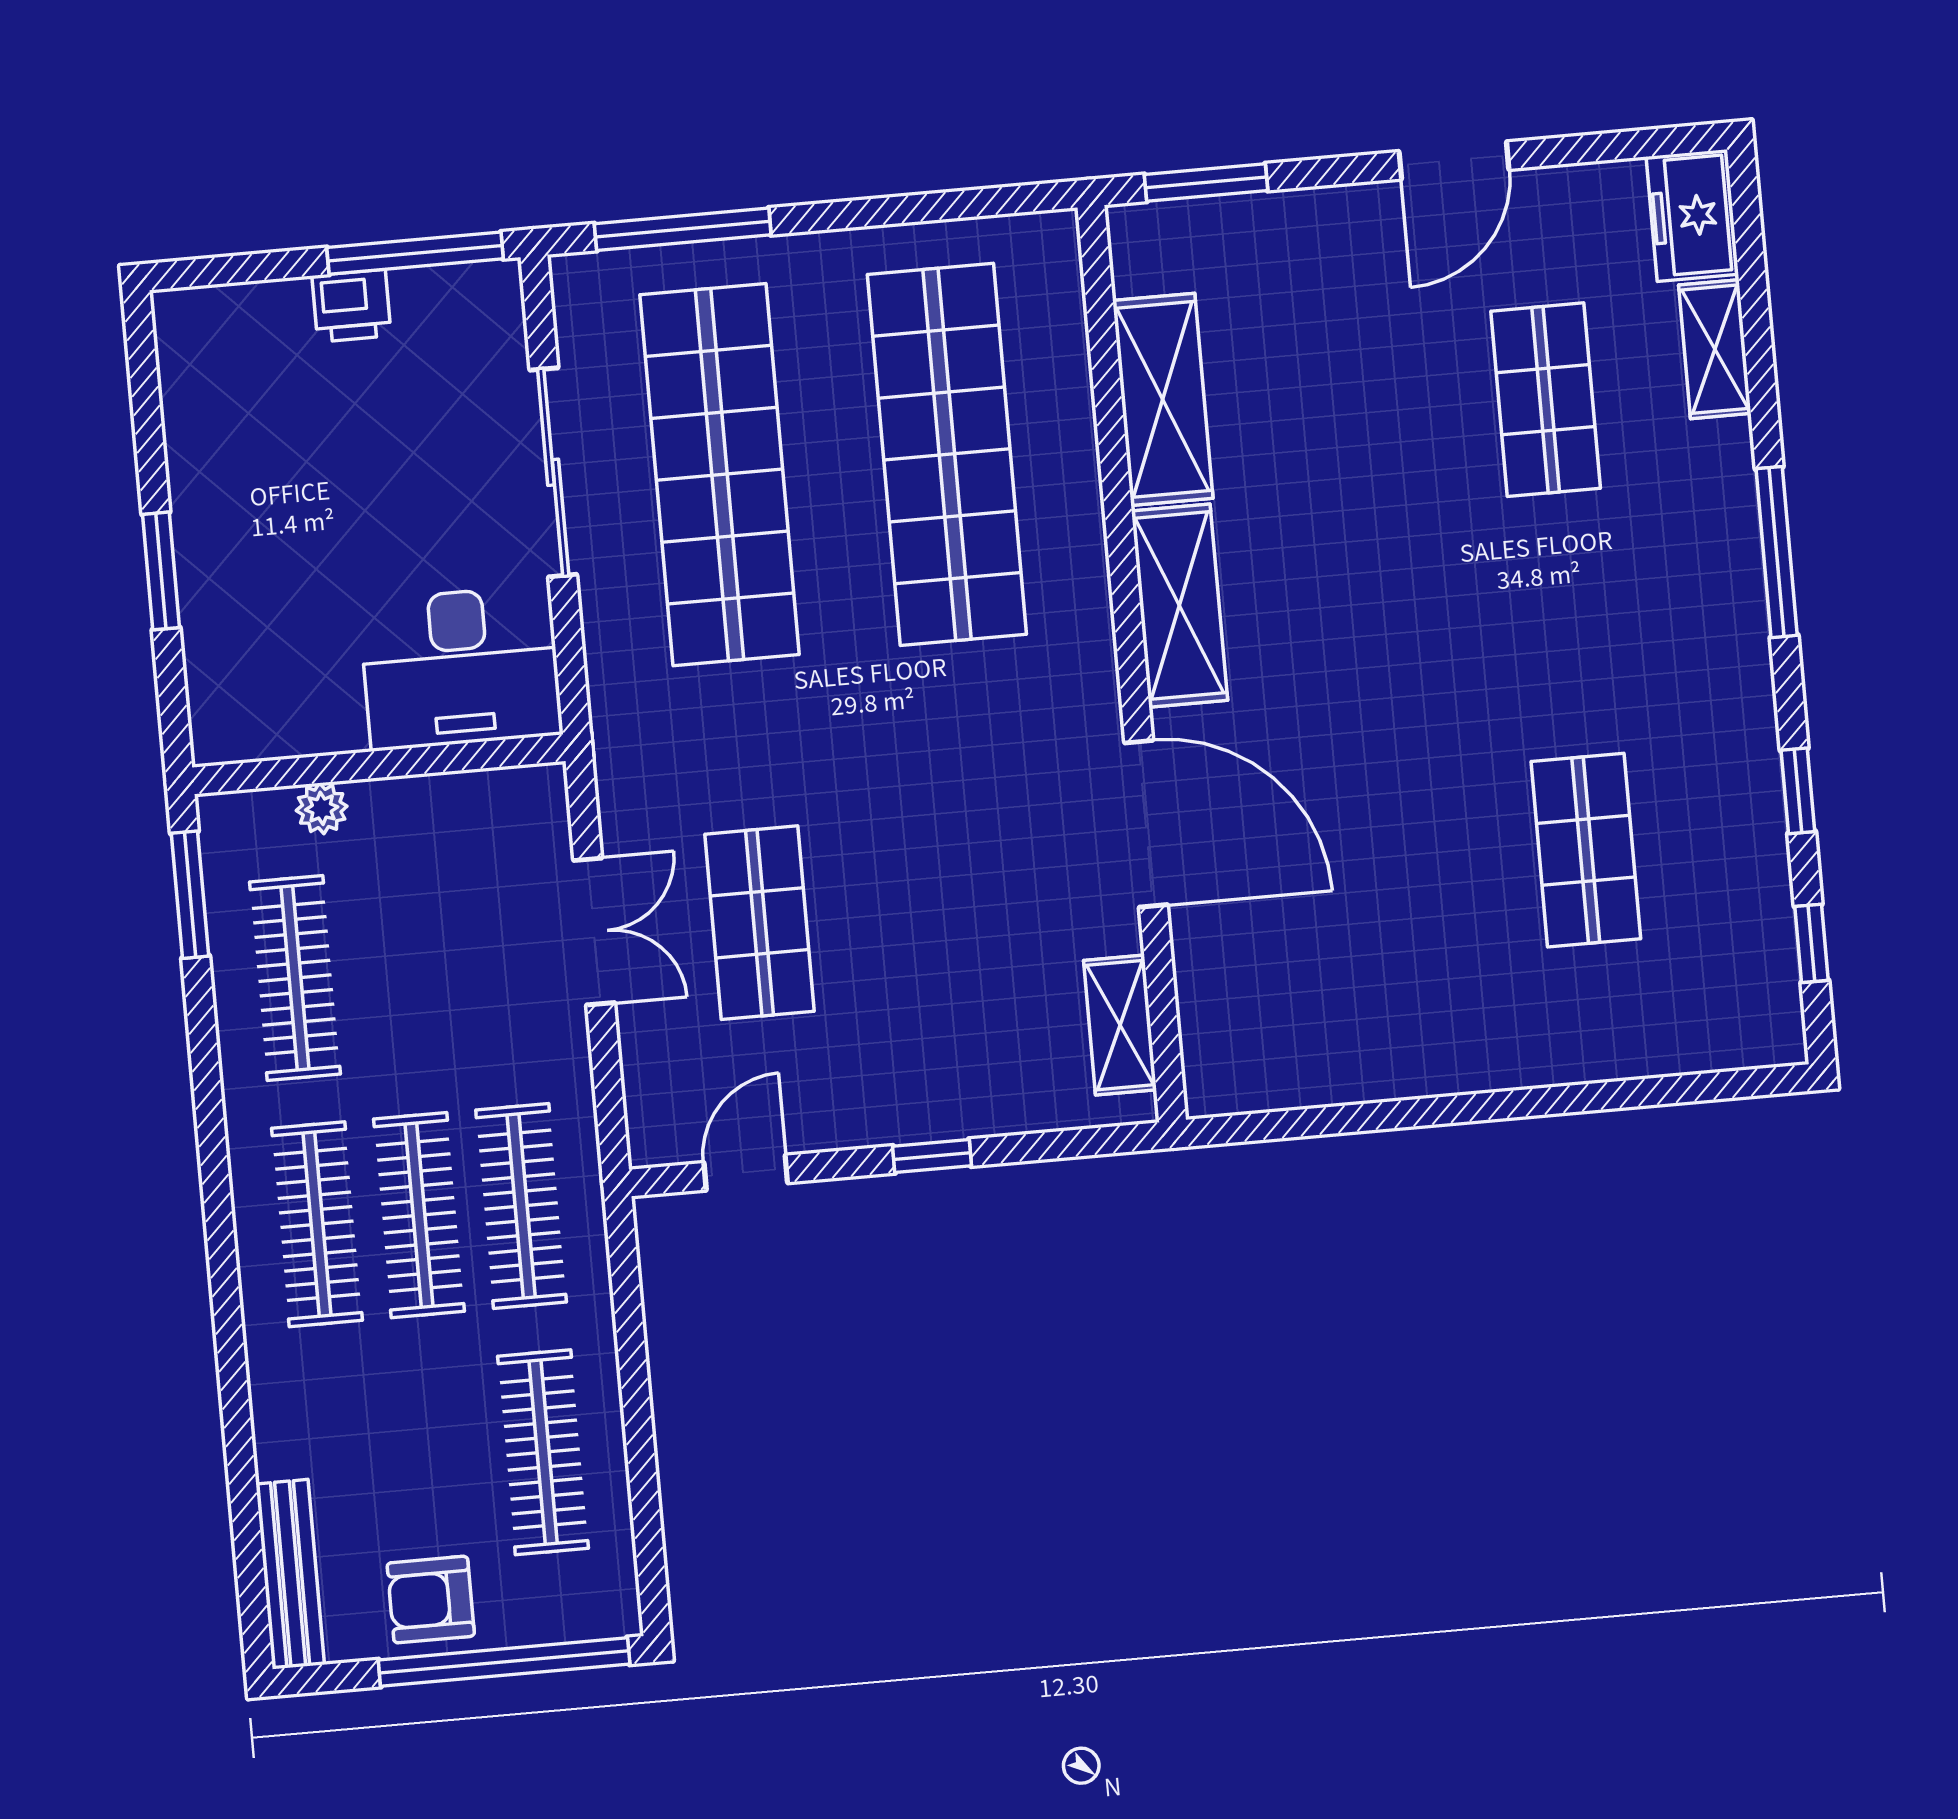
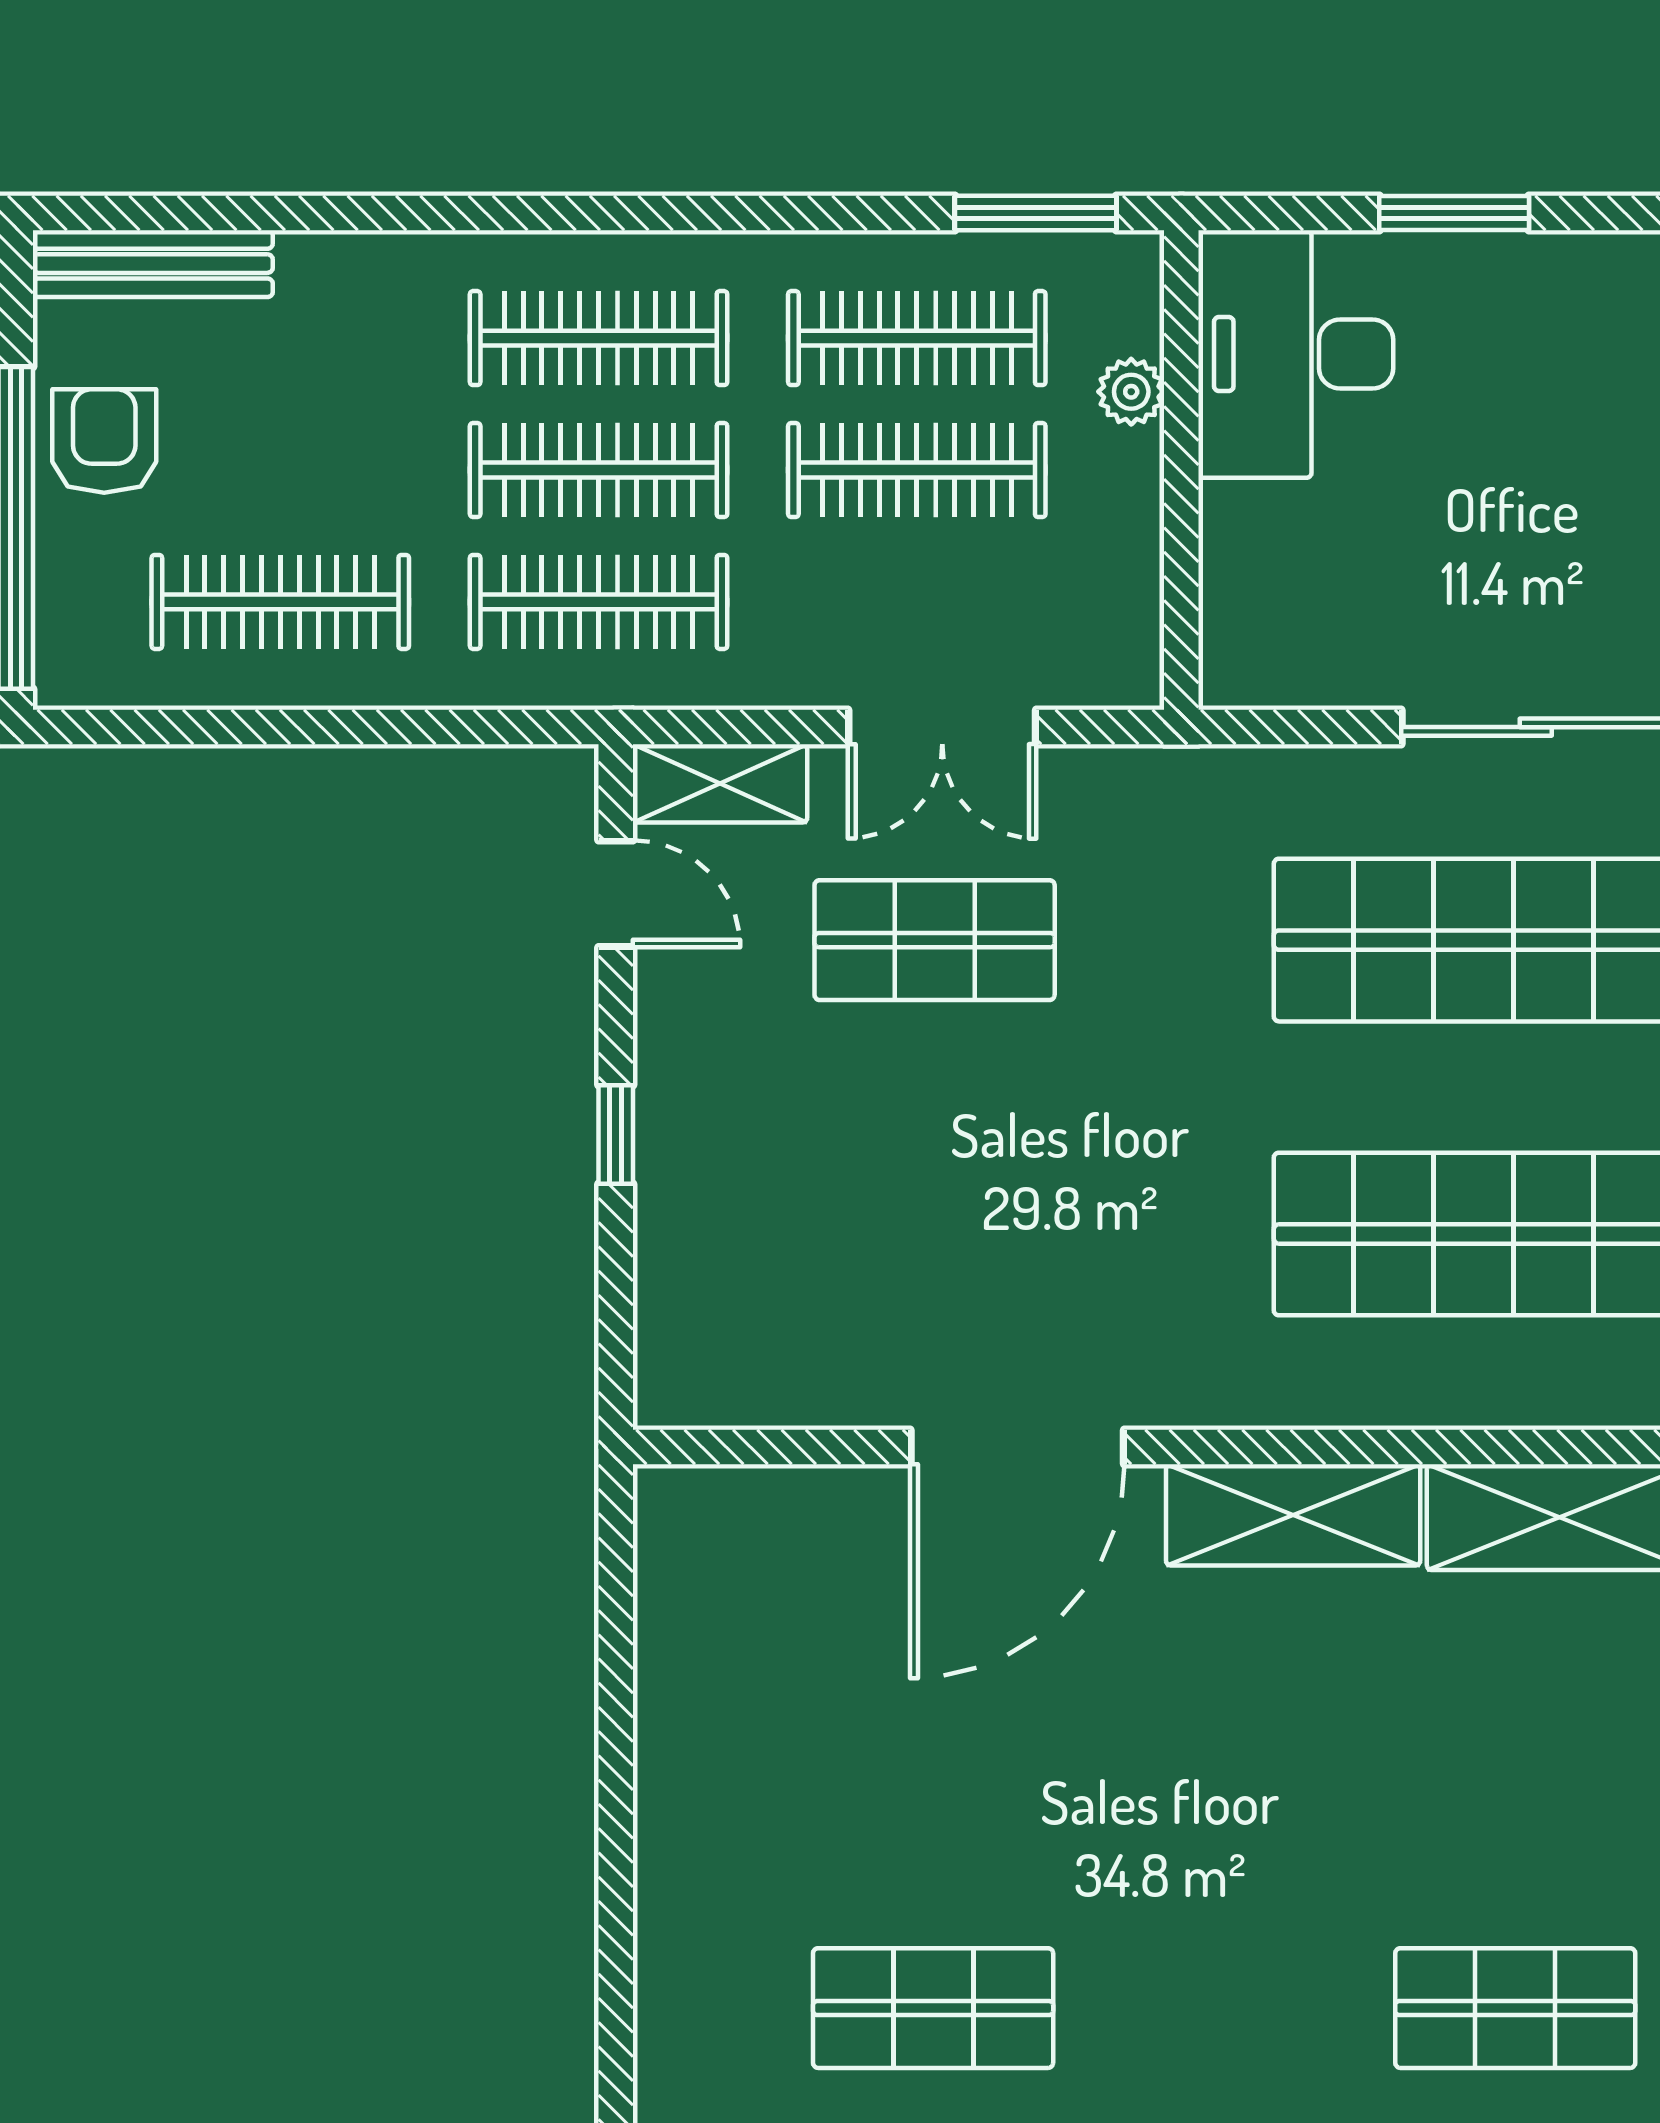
desk: (461, 668) -> (1296, 354), moved
clothes rail: (397, 969) -> (917, 470), added
shelving: (1120, 1025) -> (720, 783), moved

